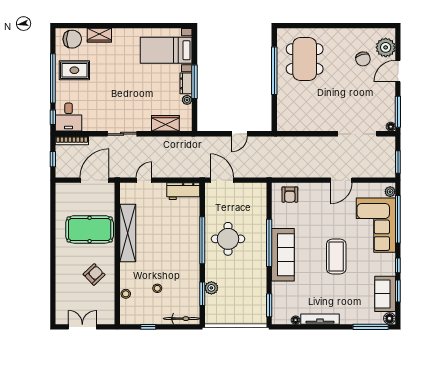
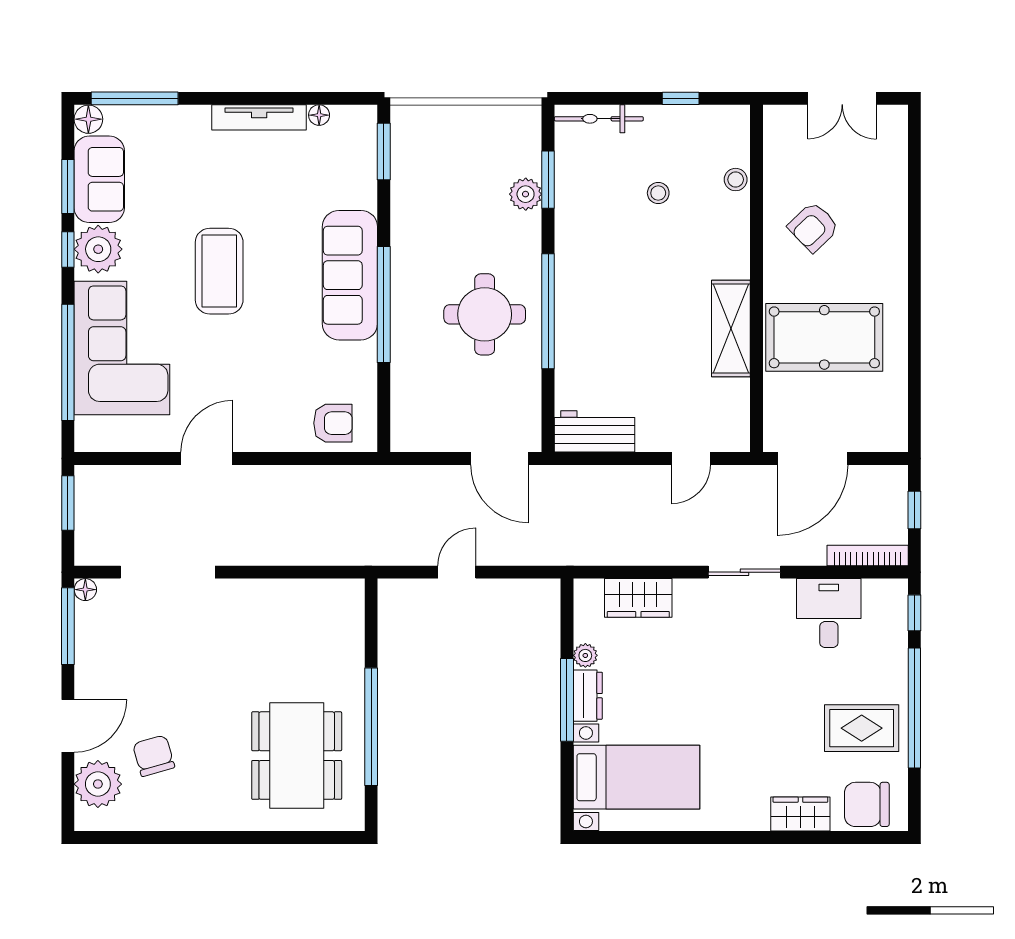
desk: (69, 117) -> (829, 613), moved
plant: (390, 192) -> (98, 249), moved, width x1.87, depth x1.87
armchair: (290, 195) -> (333, 423), turned 90
shelving: (128, 233) -> (731, 328), width x0.68

